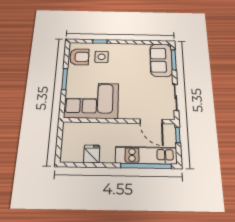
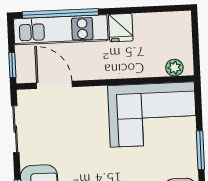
plant: (75, 127) -> (174, 68), added
fridge: (92, 154) -> (121, 28), moved

